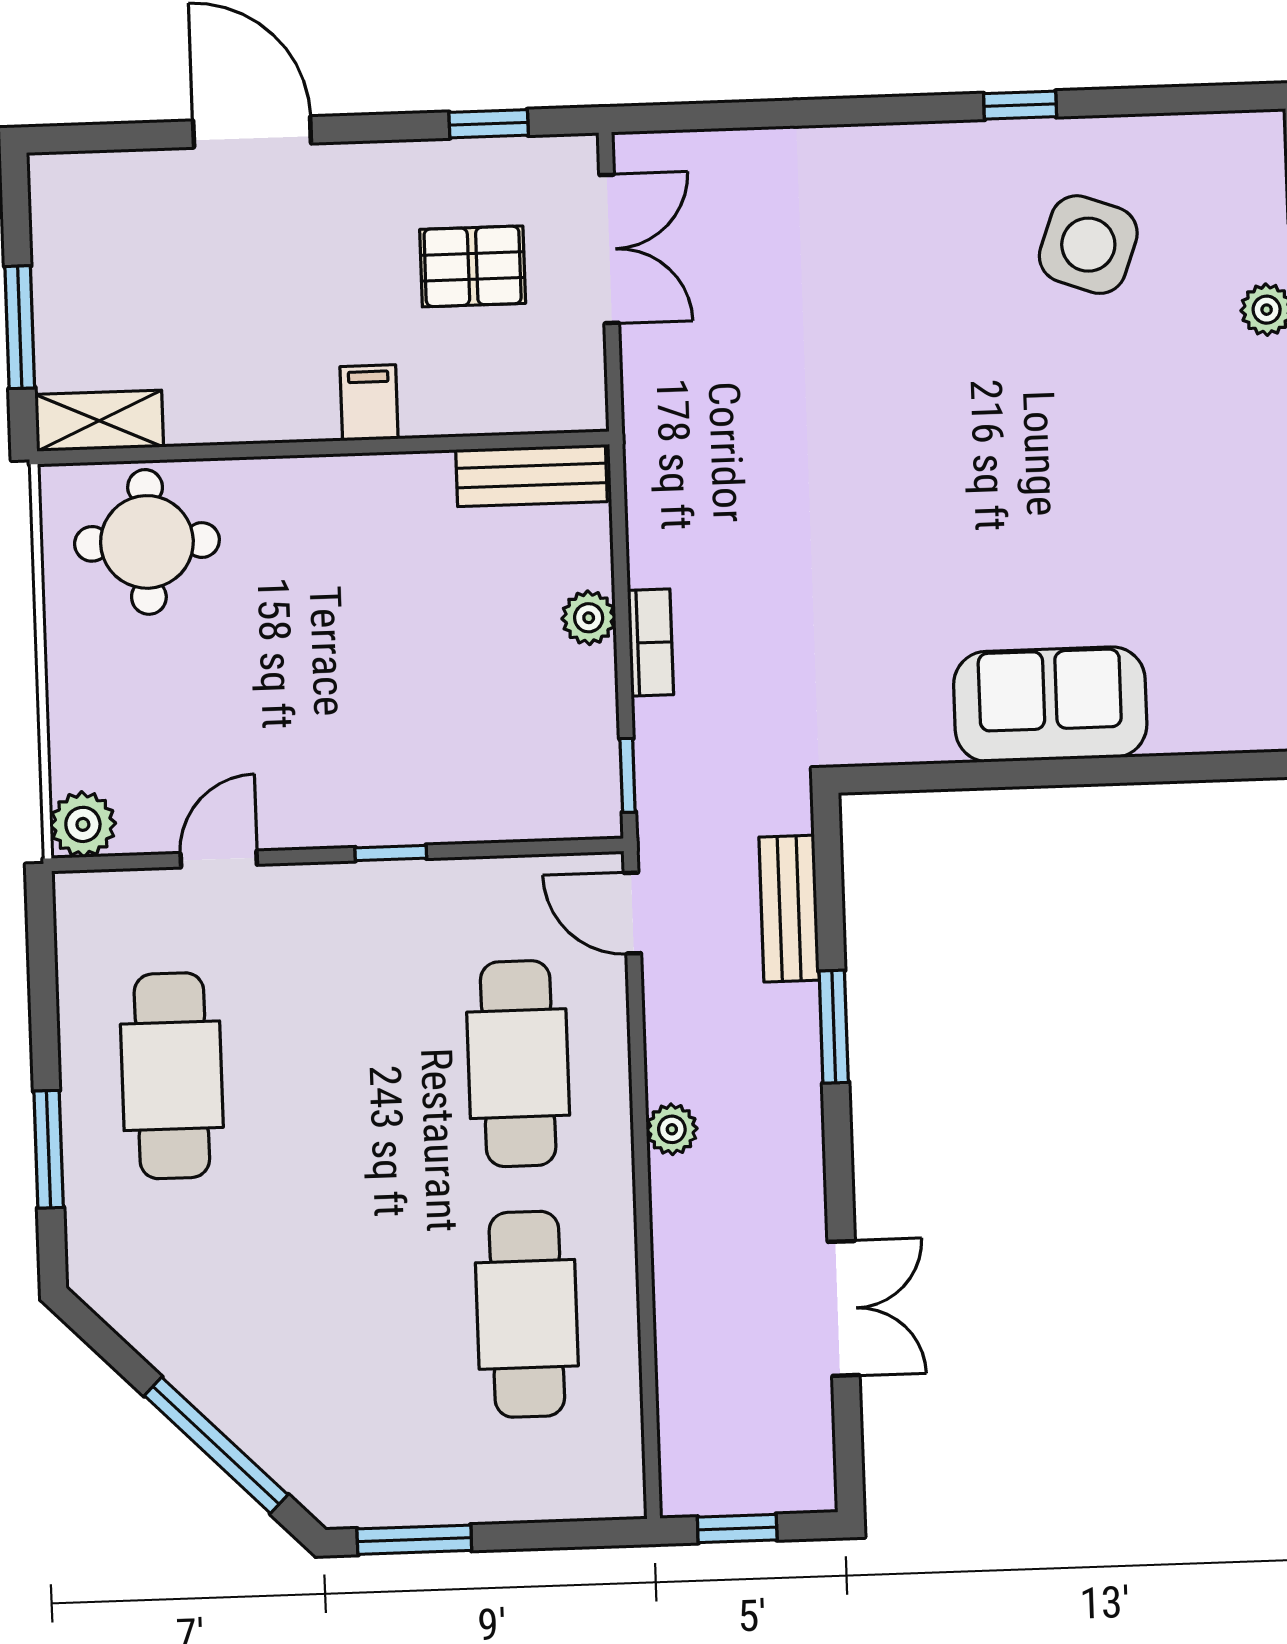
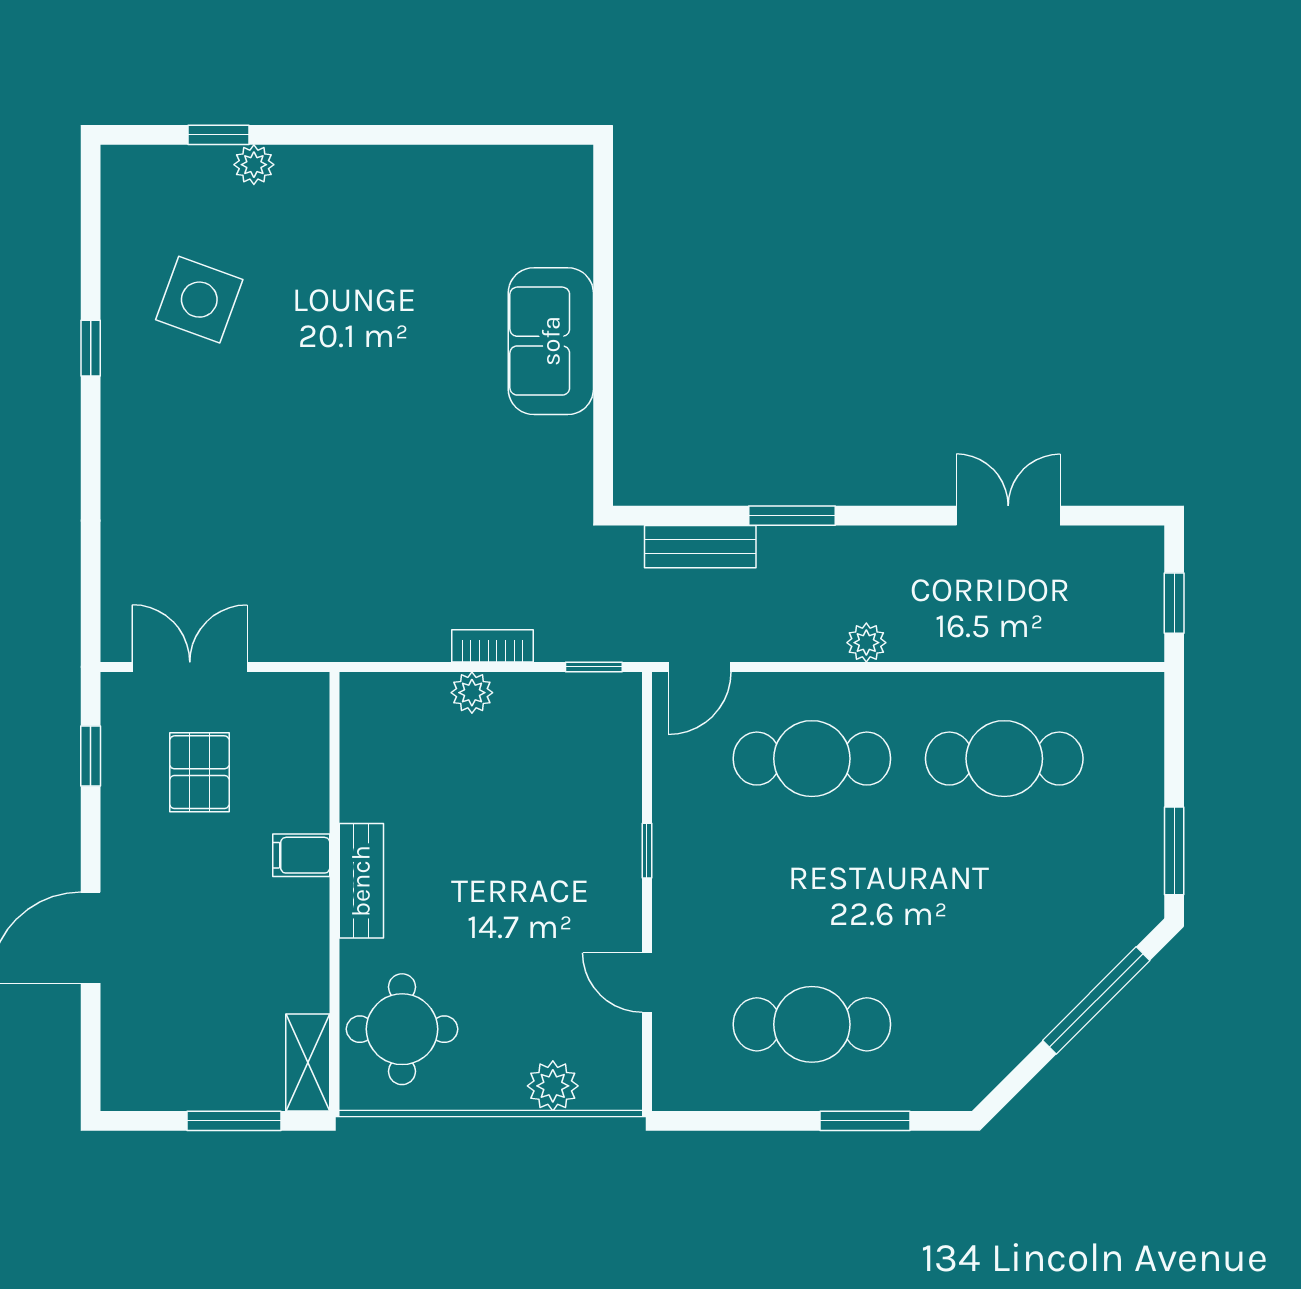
bench: (531, 476) -> (361, 881), moved
plant: (83, 824) -> (553, 1086), moved

